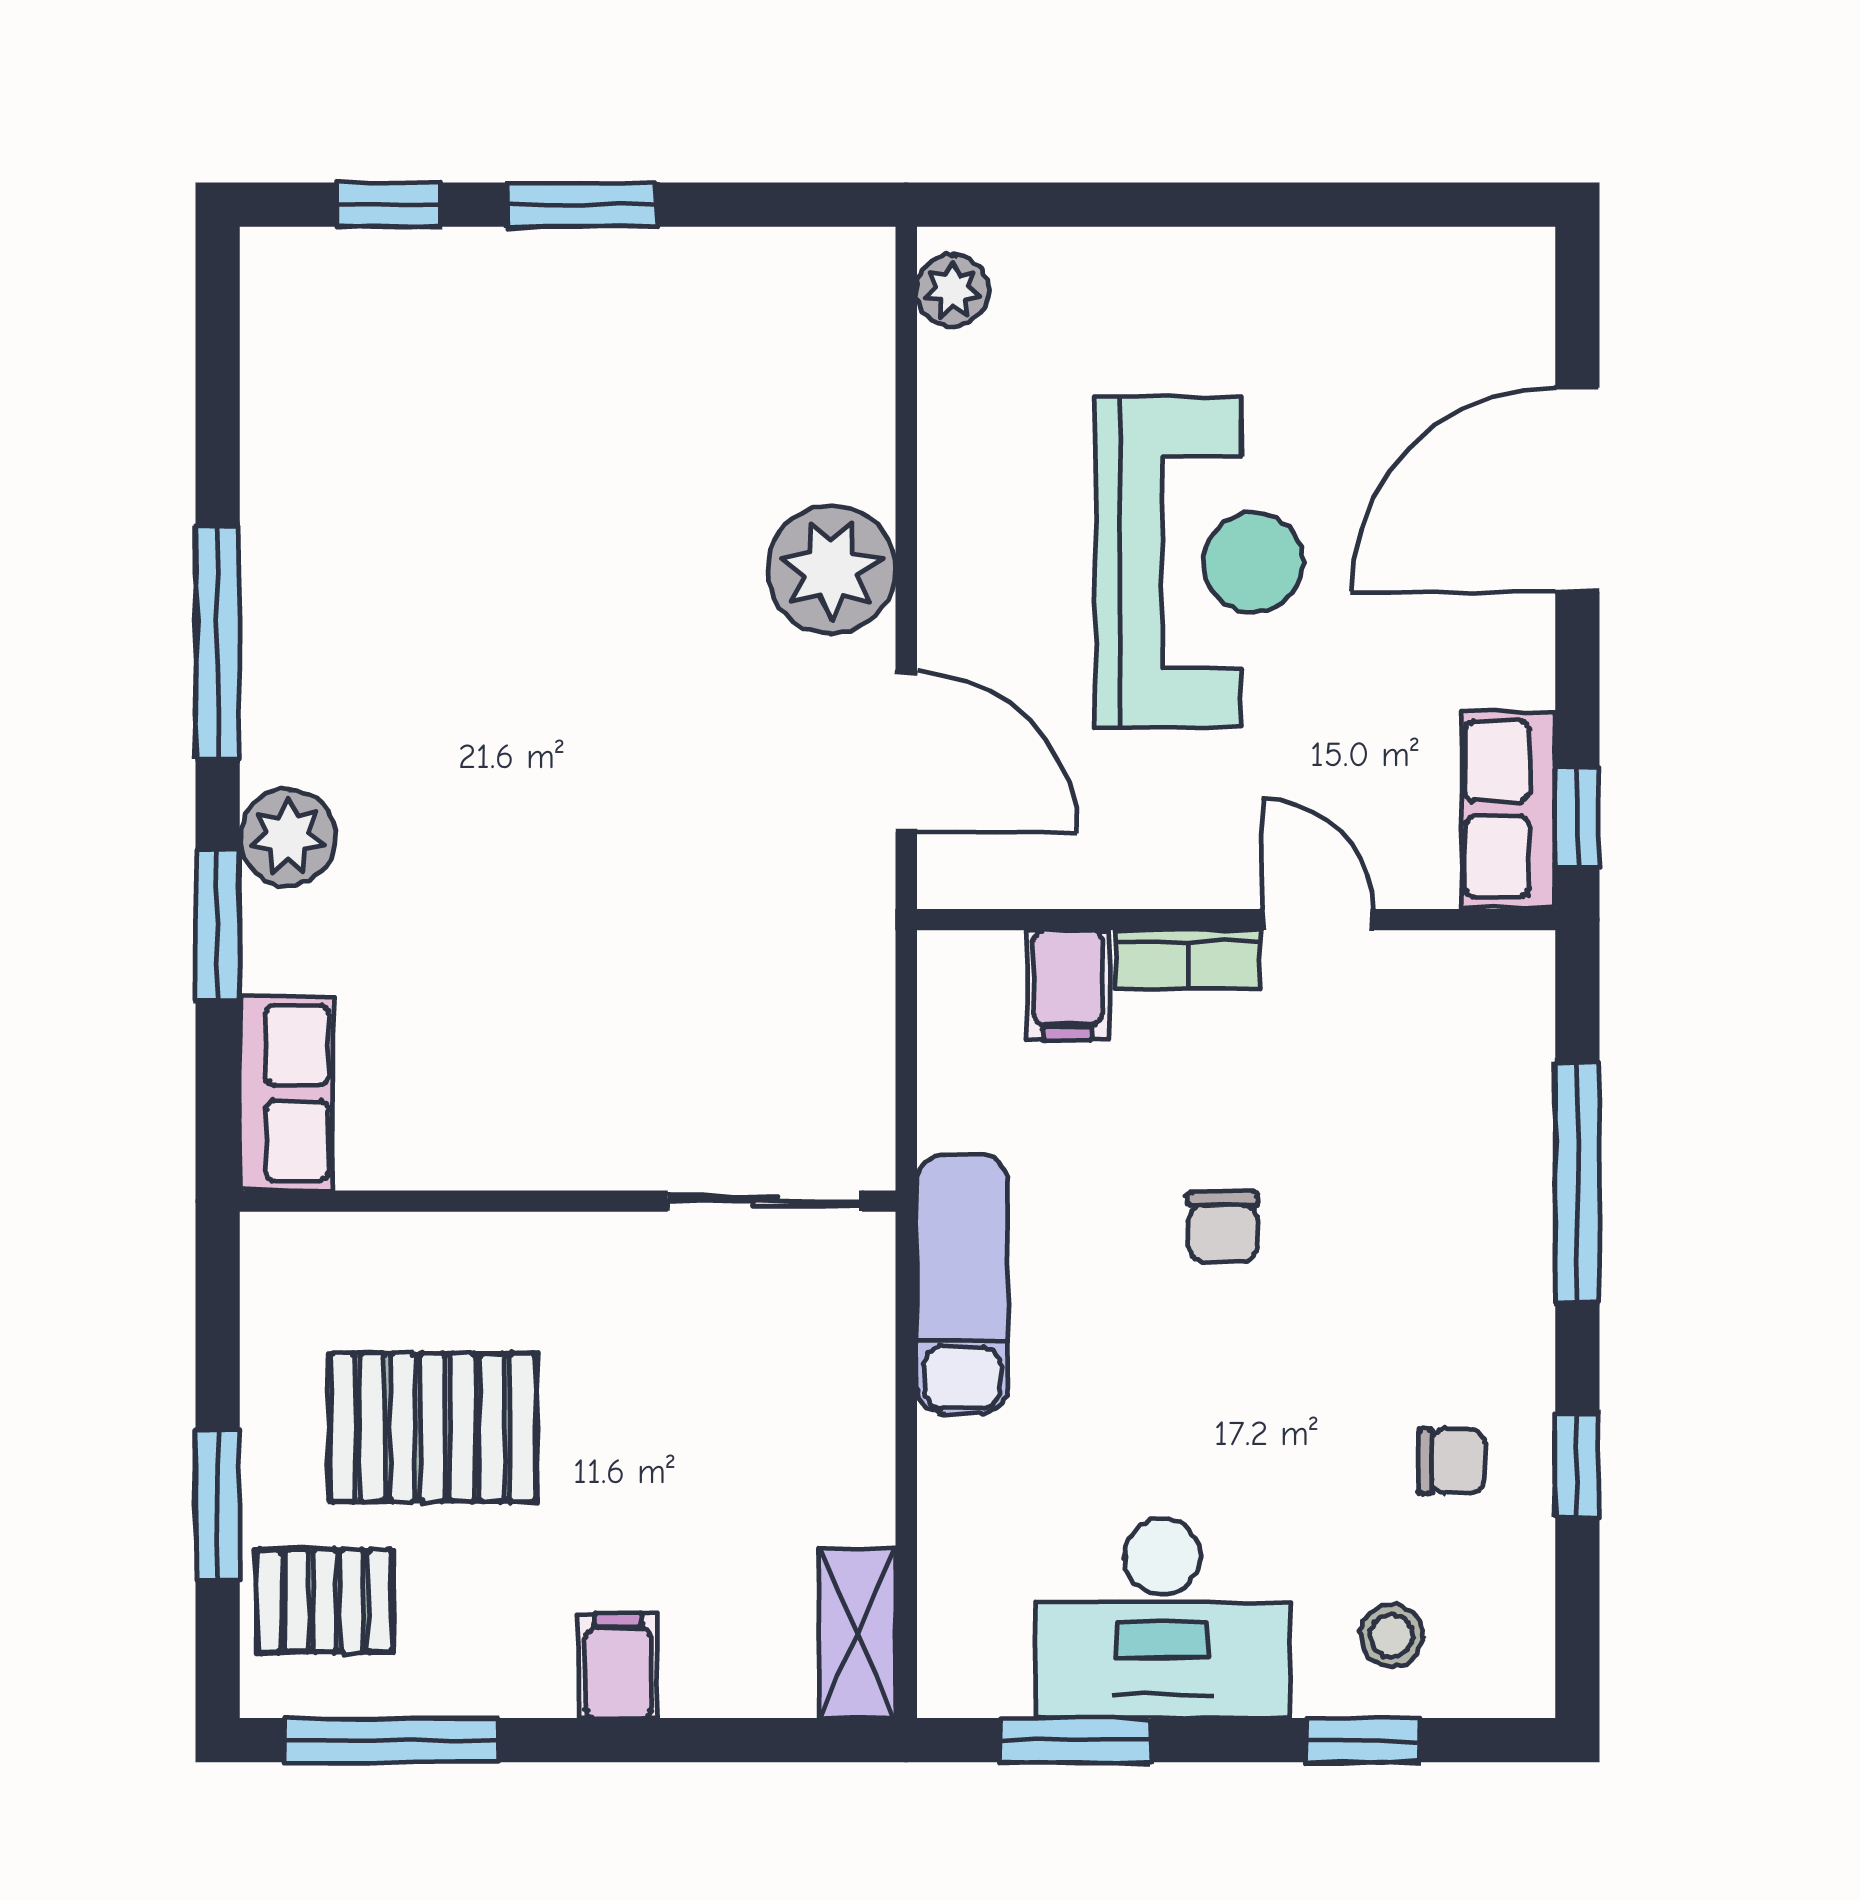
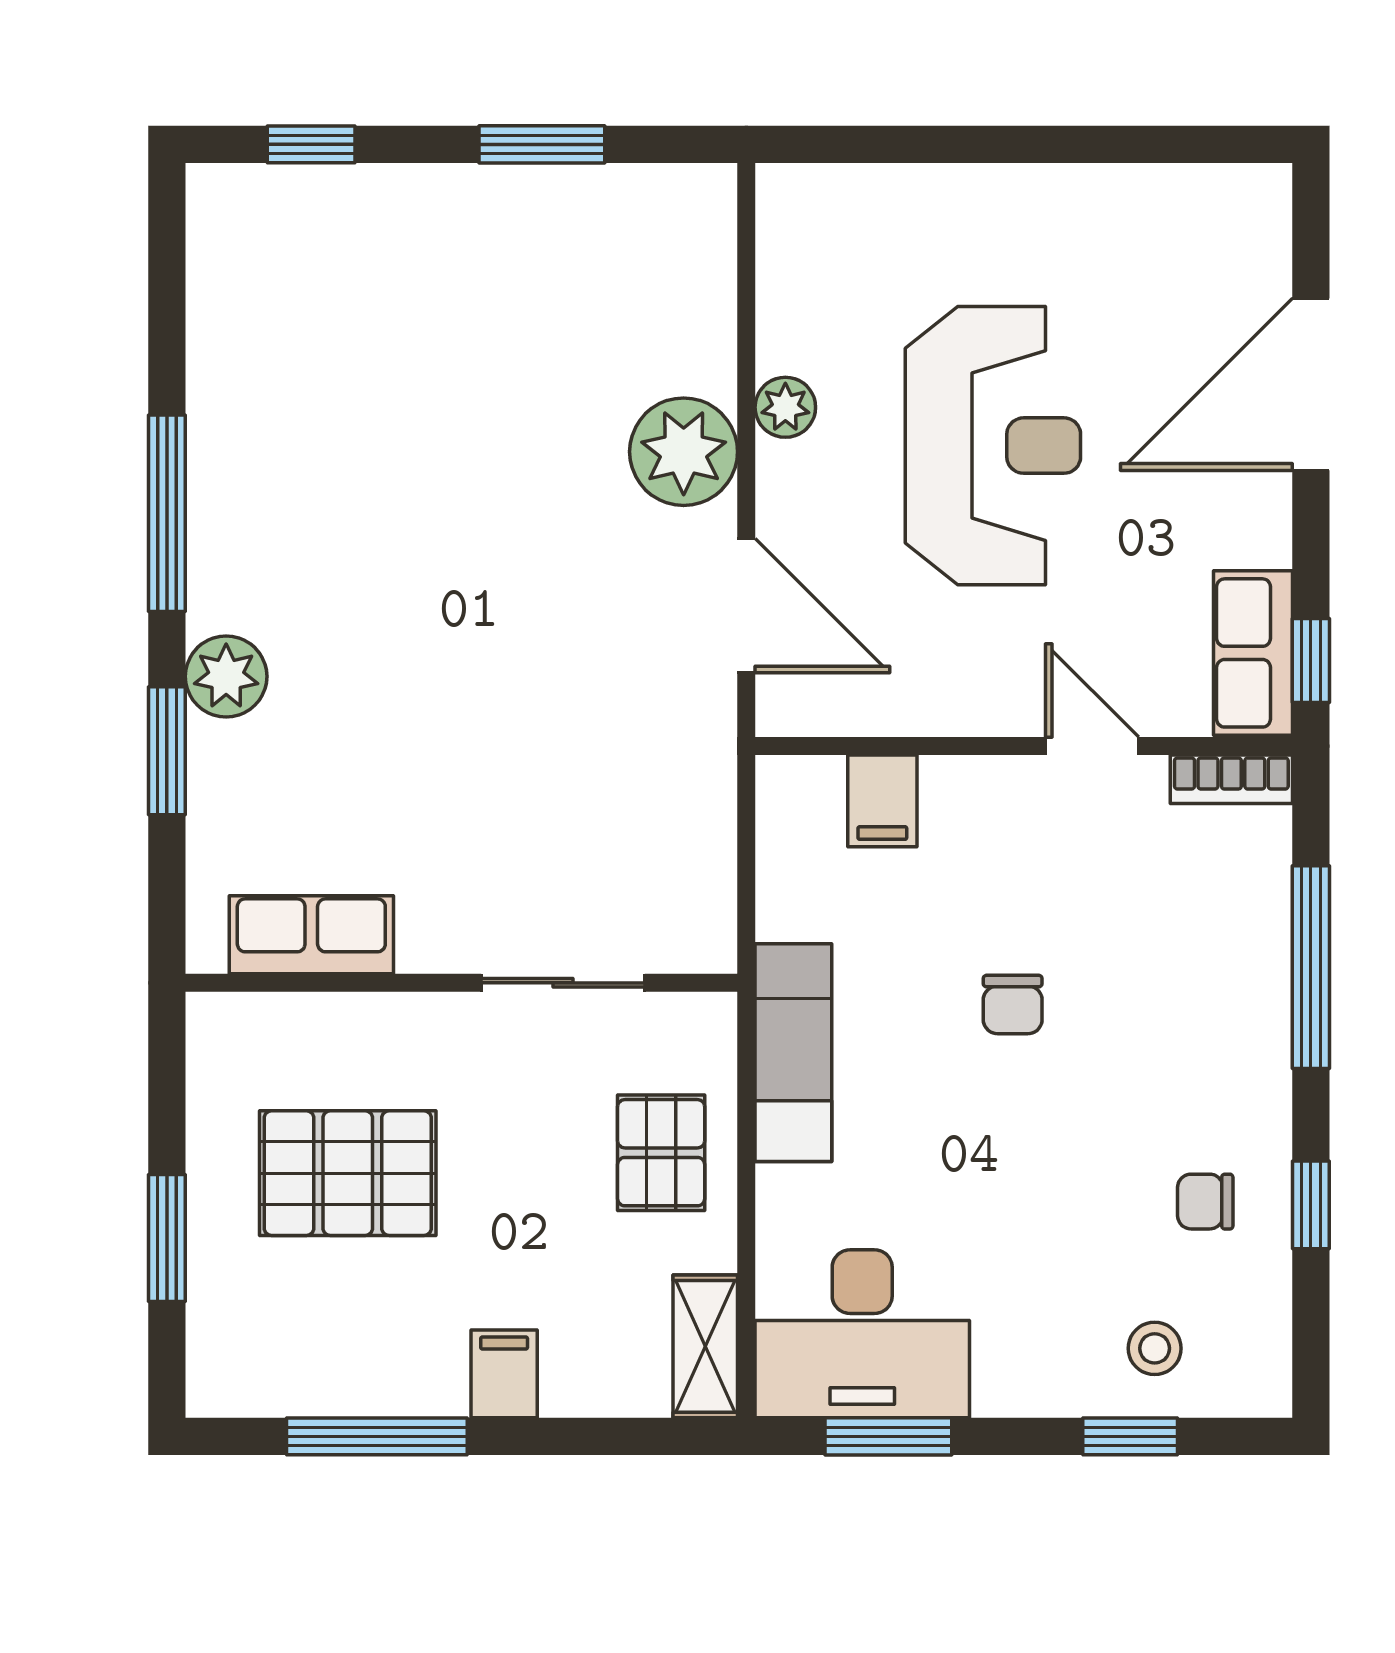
window: (581, 205) -> (542, 144), moved
plant: (953, 291) -> (785, 407), moved
bookcase: (1188, 959) -> (1231, 779), moved
row of seats: (286, 1093) -> (311, 935), moved, turned -90
sliding door: (765, 1201) -> (563, 983), moved
chair: (1452, 1461) -> (1205, 1202), turned 180
pallet: (325, 1601) -> (661, 1153), moved, turned 90
desk: (1162, 1618) -> (862, 1334), moved
window: (391, 1740) -> (377, 1436), moved

